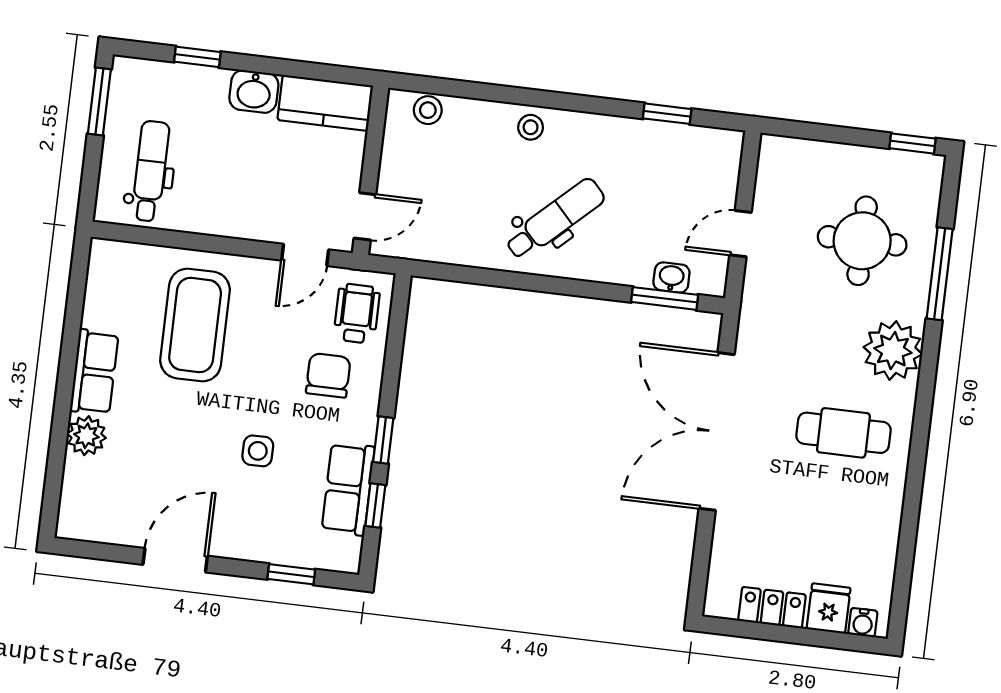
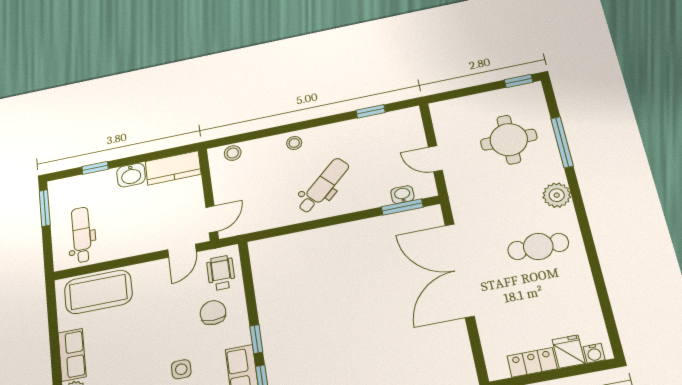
door: (741, 234) -> (435, 159), hinge flipped
coffee table: (195, 325) -> (98, 292), moved, turned 90
plant: (893, 350) -> (557, 195), width x0.73, depth x0.73

